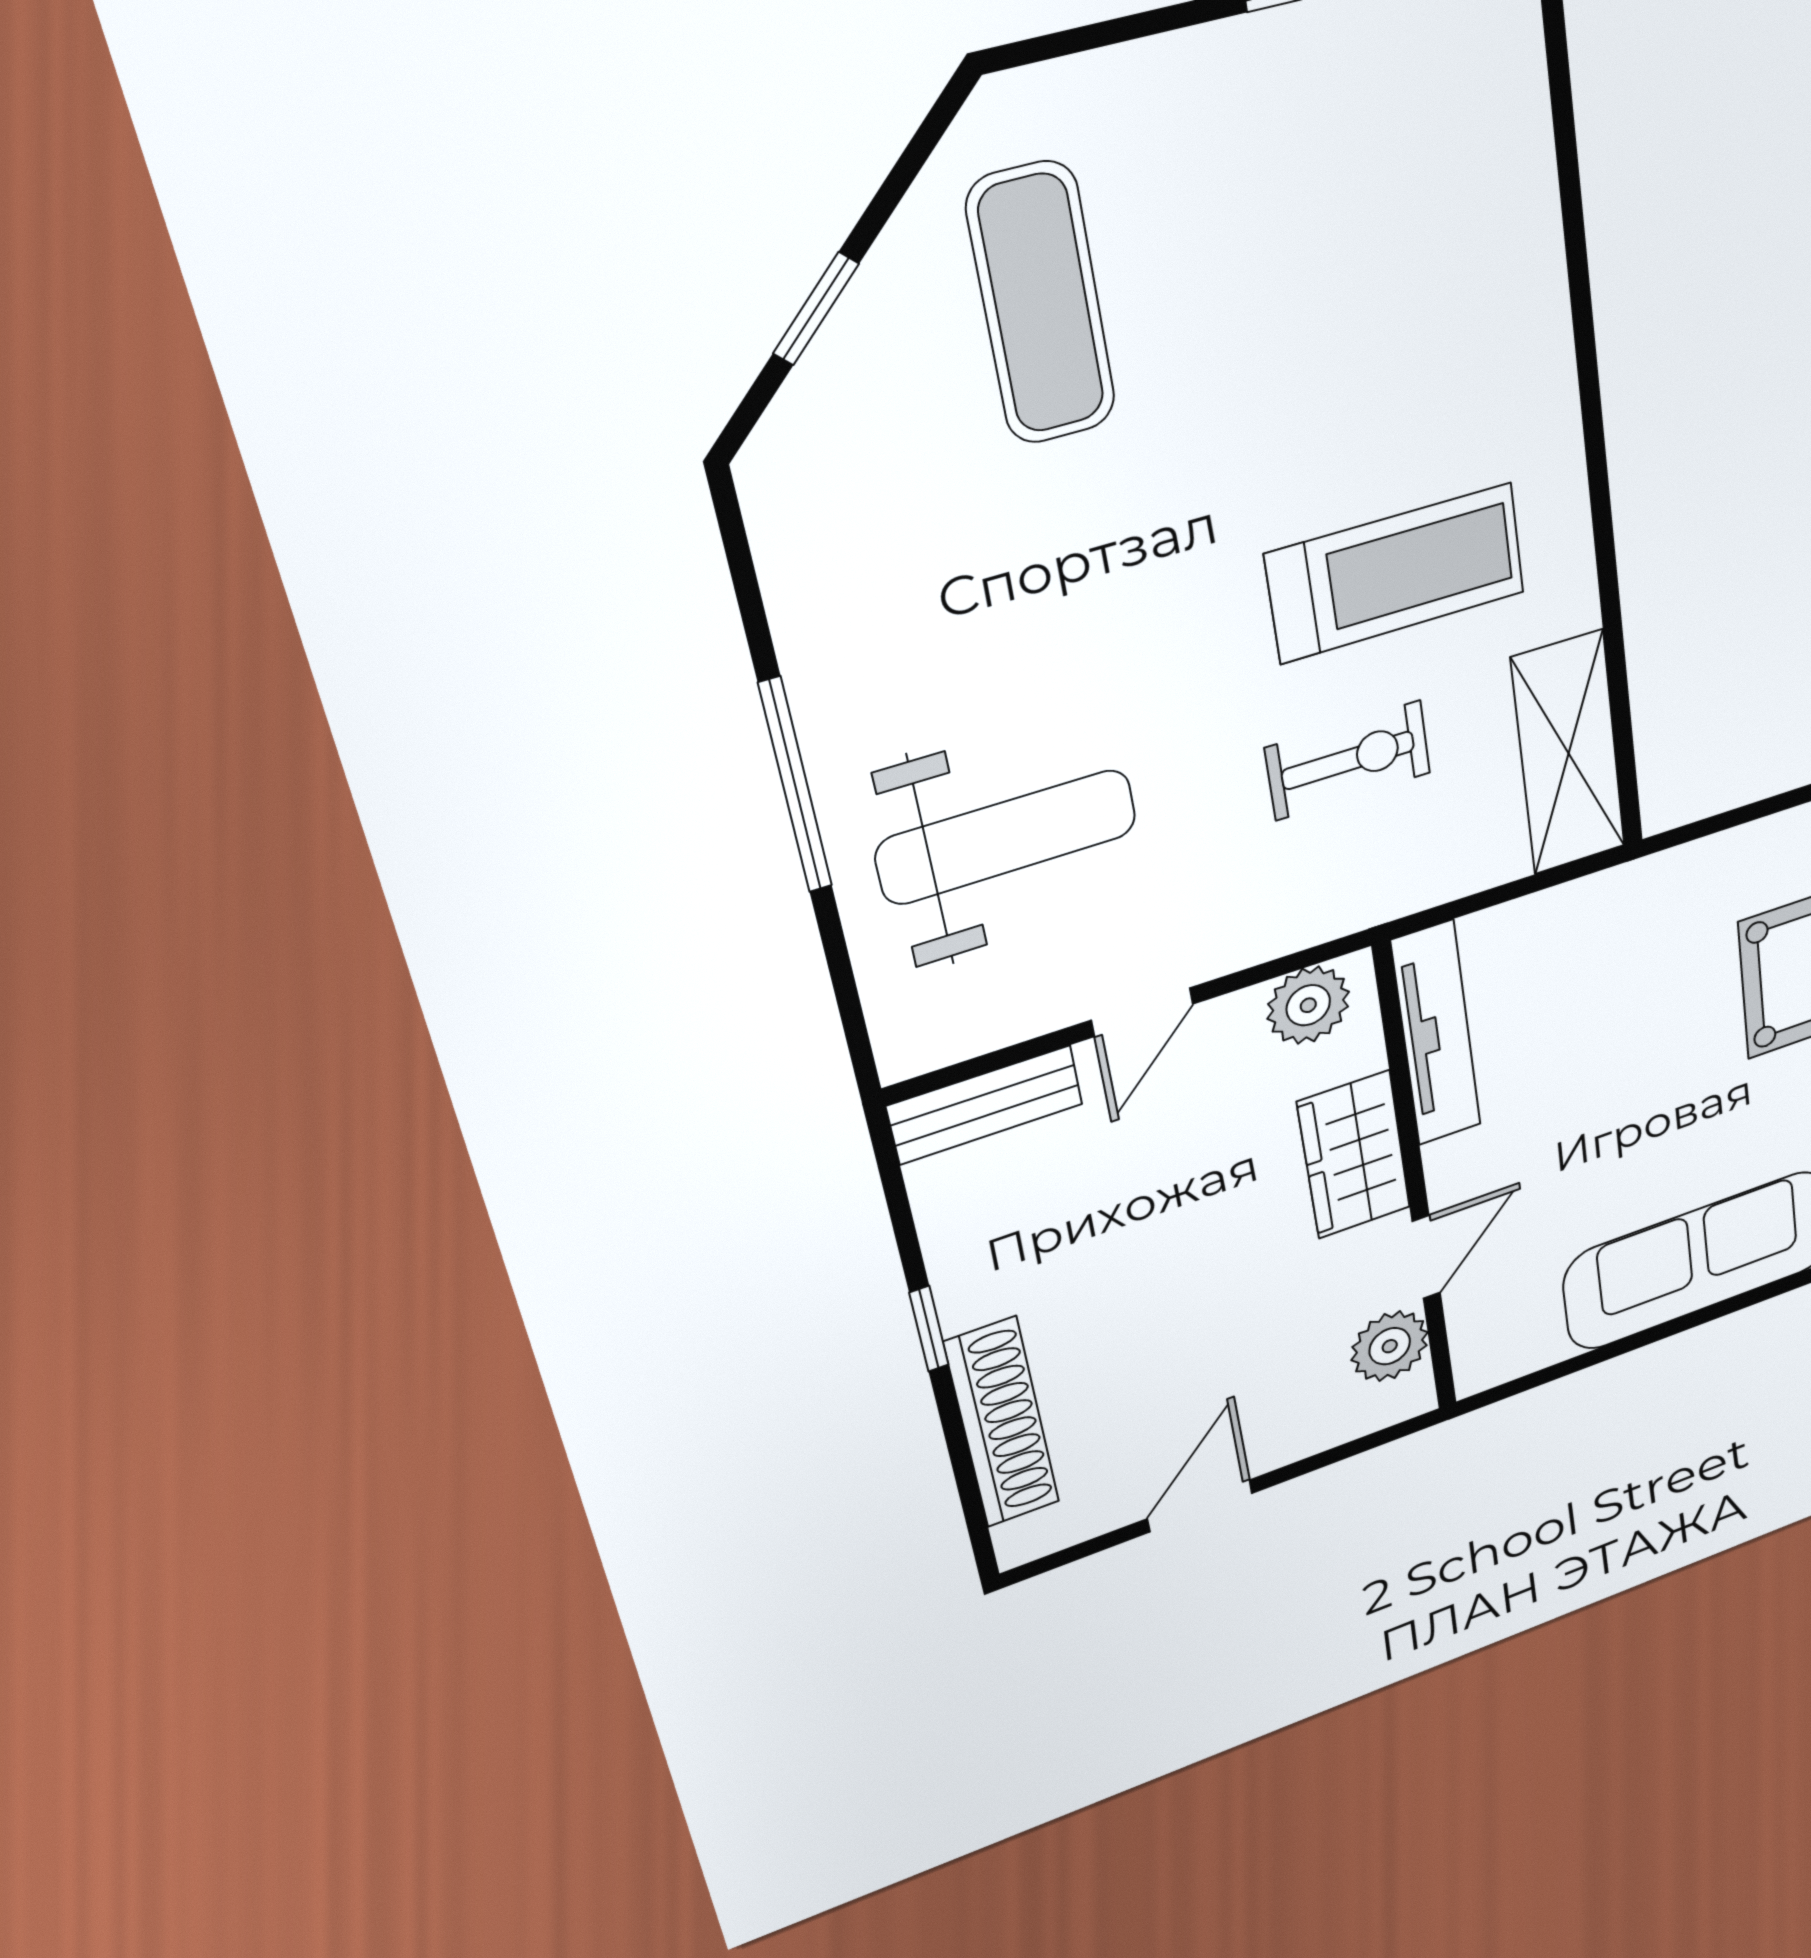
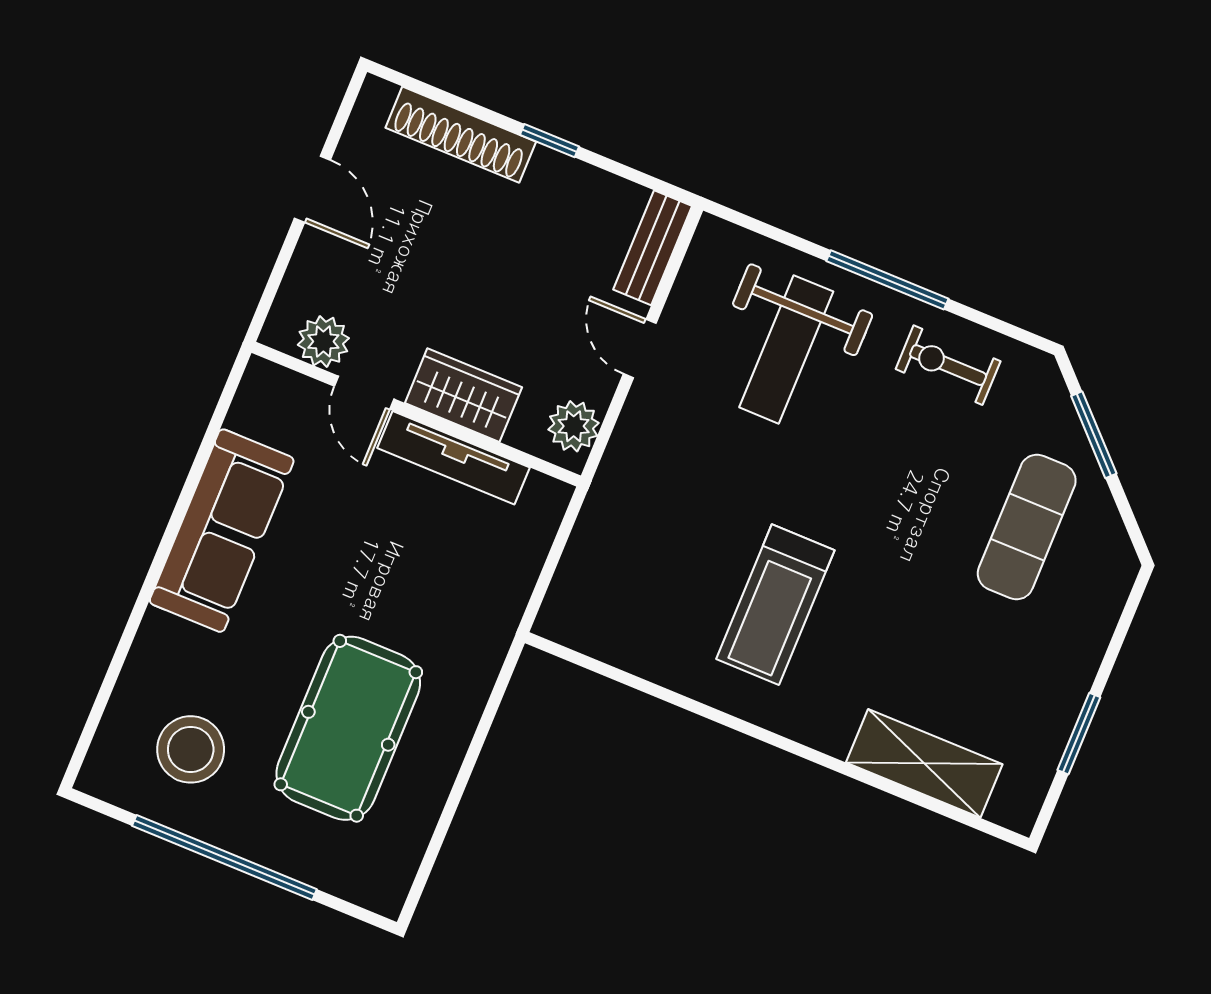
exercise mat: (1041, 304) -> (1027, 527), turned 90
window: (816, 309) -> (1094, 435), width x1.50
shelving: (1569, 753) -> (924, 763), moved
exercise bike: (1348, 760) -> (948, 365), moved, turned 90
tv unit: (1436, 1034) -> (454, 458), moved

